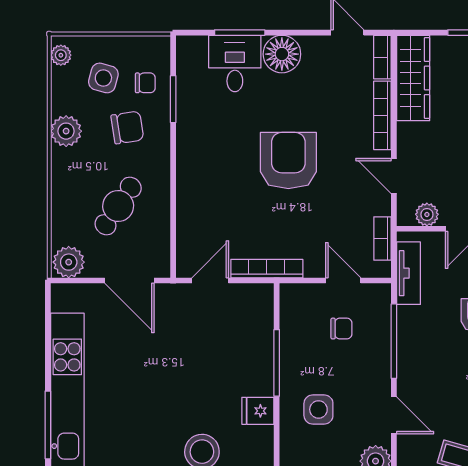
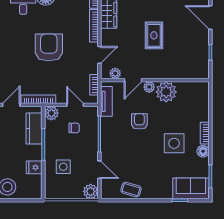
door: (394, 176) -> (99, 55), swing flipped
plant: (294, 298) -> (51, 113), added
kitchen counter: (258, 330) -> (34, 129), added

